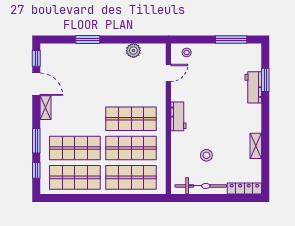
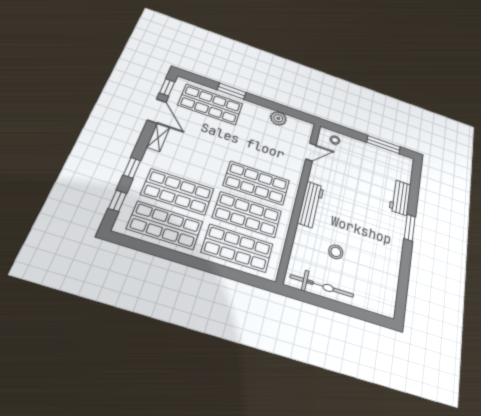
shop shelf: (75, 60) -> (211, 104), added
window: (265, 80) -> (410, 228), moved
workbench: (178, 116) -> (311, 205), width x1.38
window: (36, 141) -> (132, 168), width x0.67
shelving: (256, 146) -> (395, 260), removed
locker: (244, 189) -> (375, 306), removed

